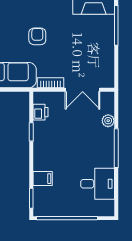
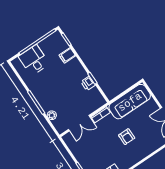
double door: (83, 90) -> (79, 123), swing flipped
printer: (40, 112) -> (88, 83), moved
desk: (98, 184) -> (34, 60), moved, turned 90

